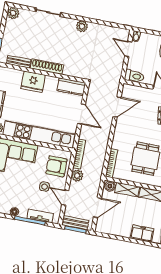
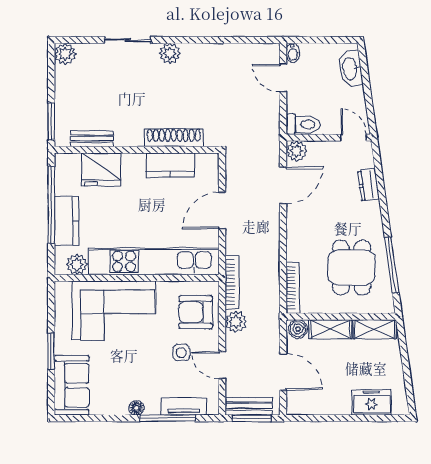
plant: (82, 26) -> (170, 53), moved
shoe rack: (47, 67) -> (174, 138), moved
fridge: (33, 82) -> (101, 169), moved
kitchen counter: (71, 87) -> (170, 165), moved
plant: (128, 90) -> (297, 151), added
door: (81, 114) -> (222, 210), swing flipped
door: (97, 208) -> (283, 372), hinge flipped

